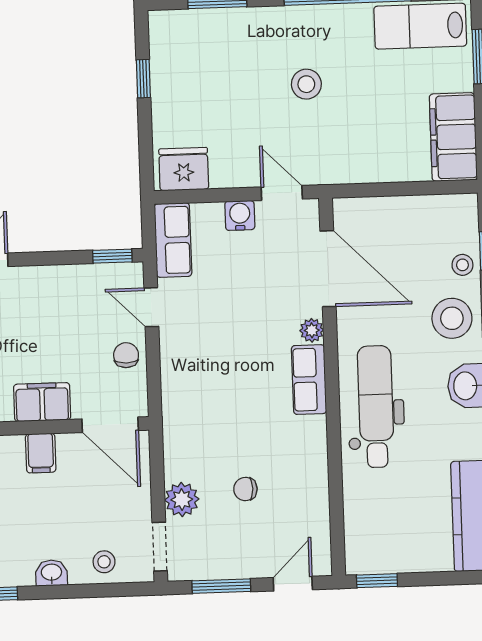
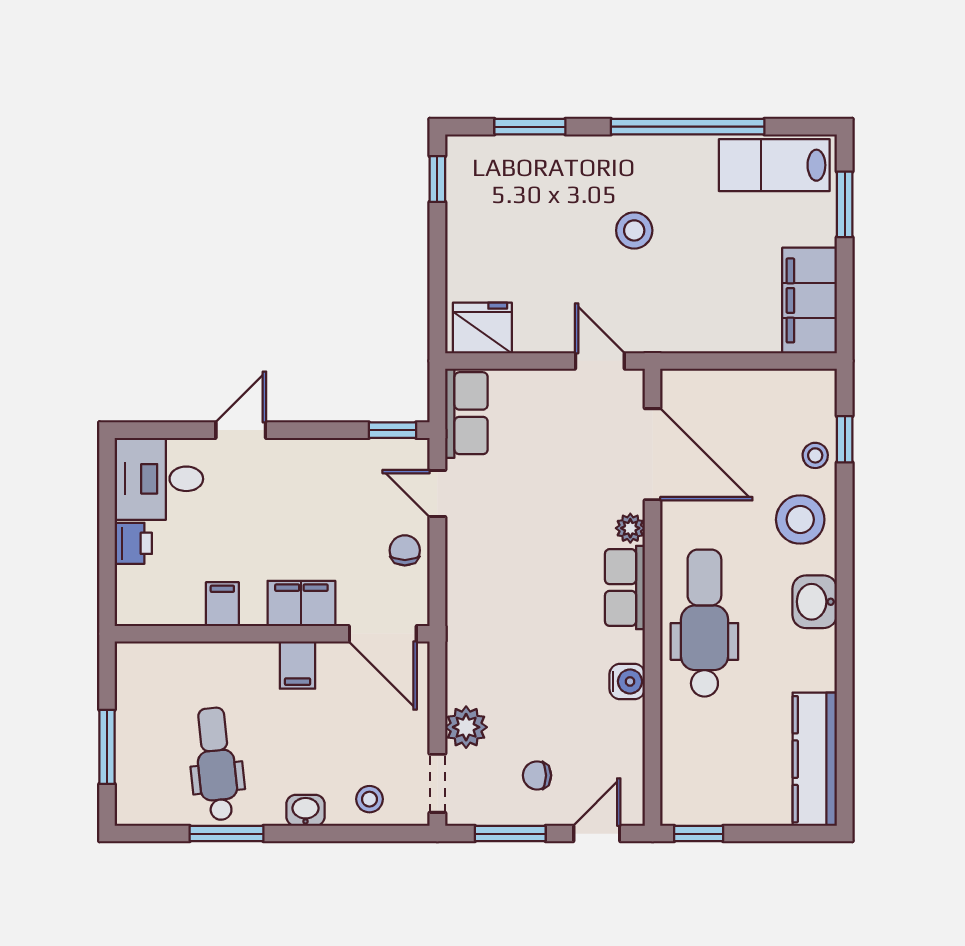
window: (143, 79) -> (437, 179), moved
water cooler: (240, 215) -> (627, 681), moved, turned 90
chair: (245, 489) -> (537, 775), moved

